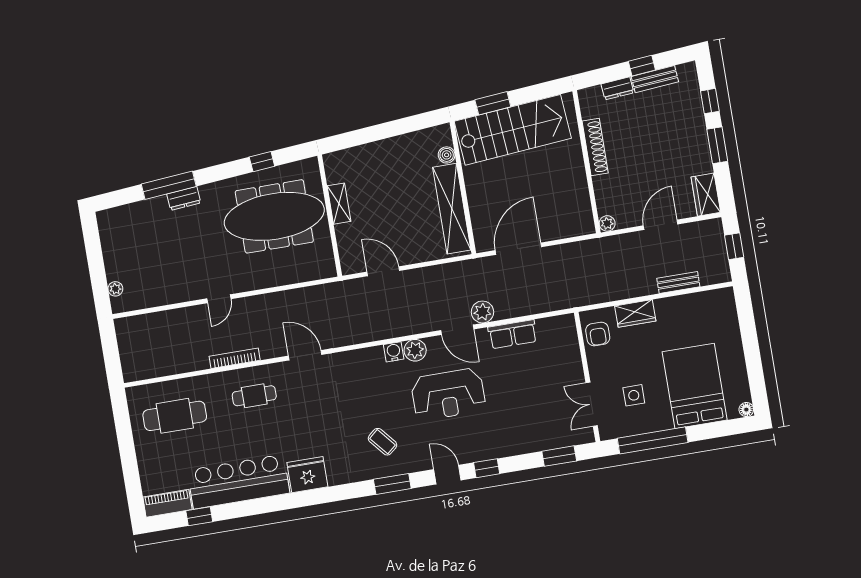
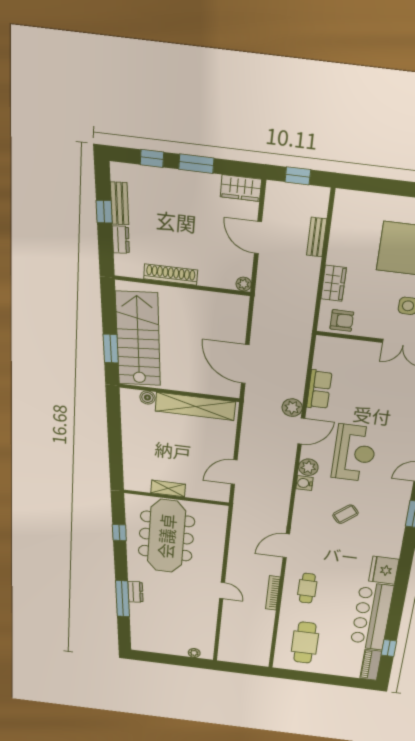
coffee table: (382, 442) -> (345, 514), moved

